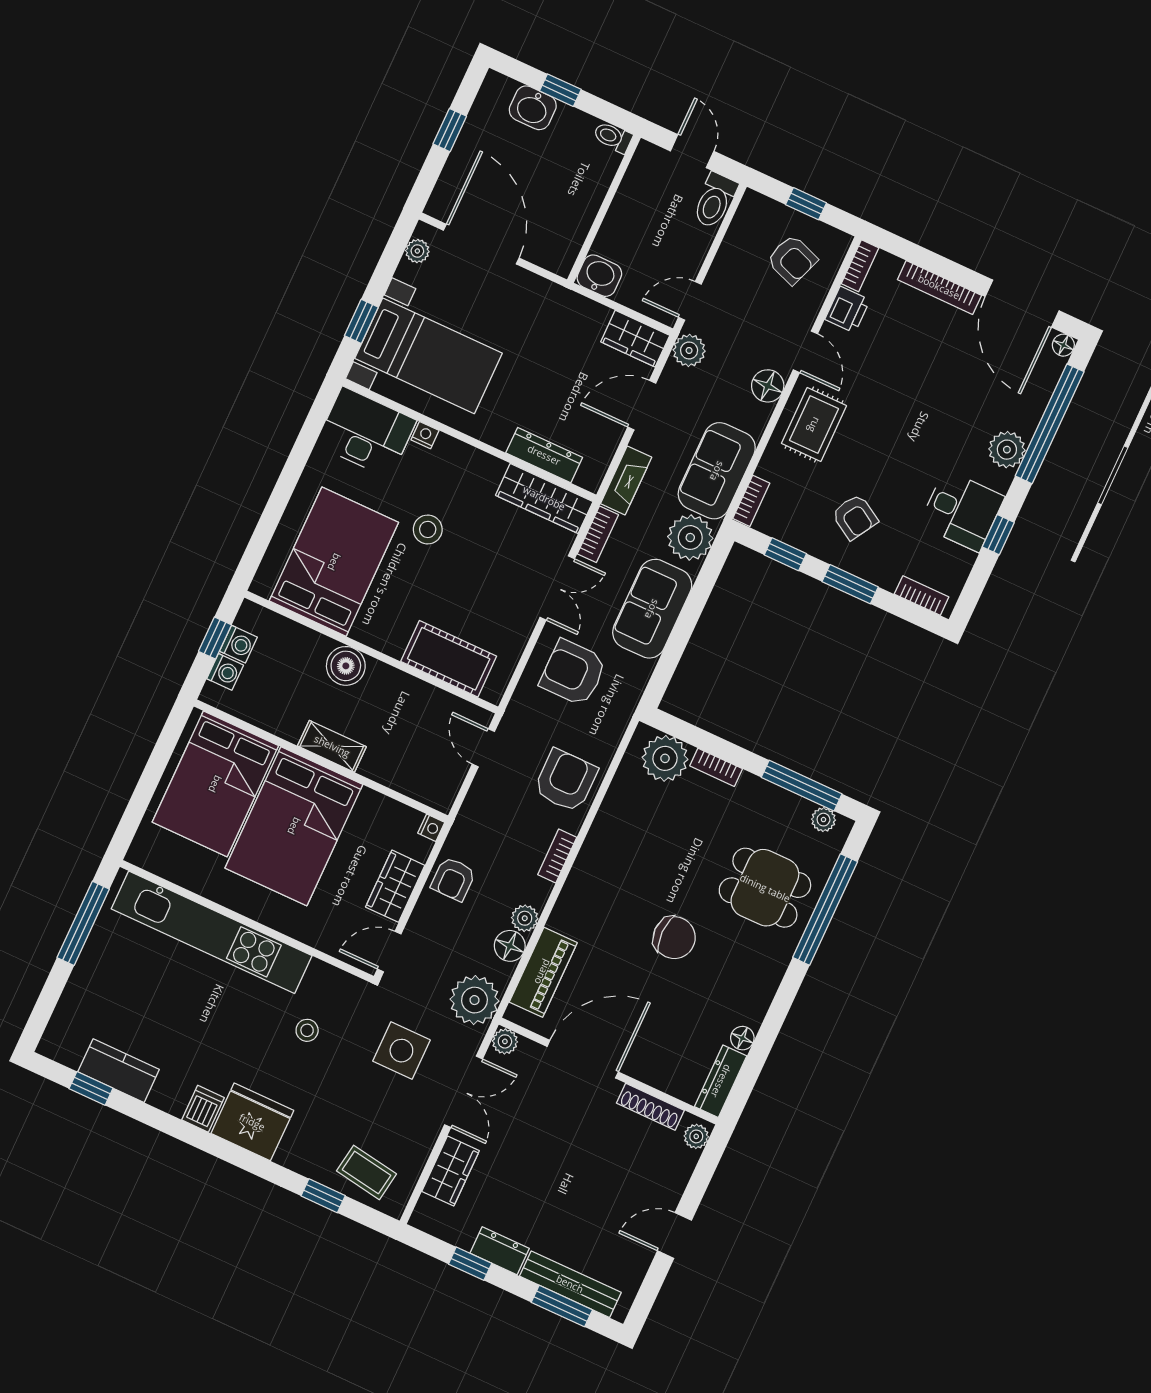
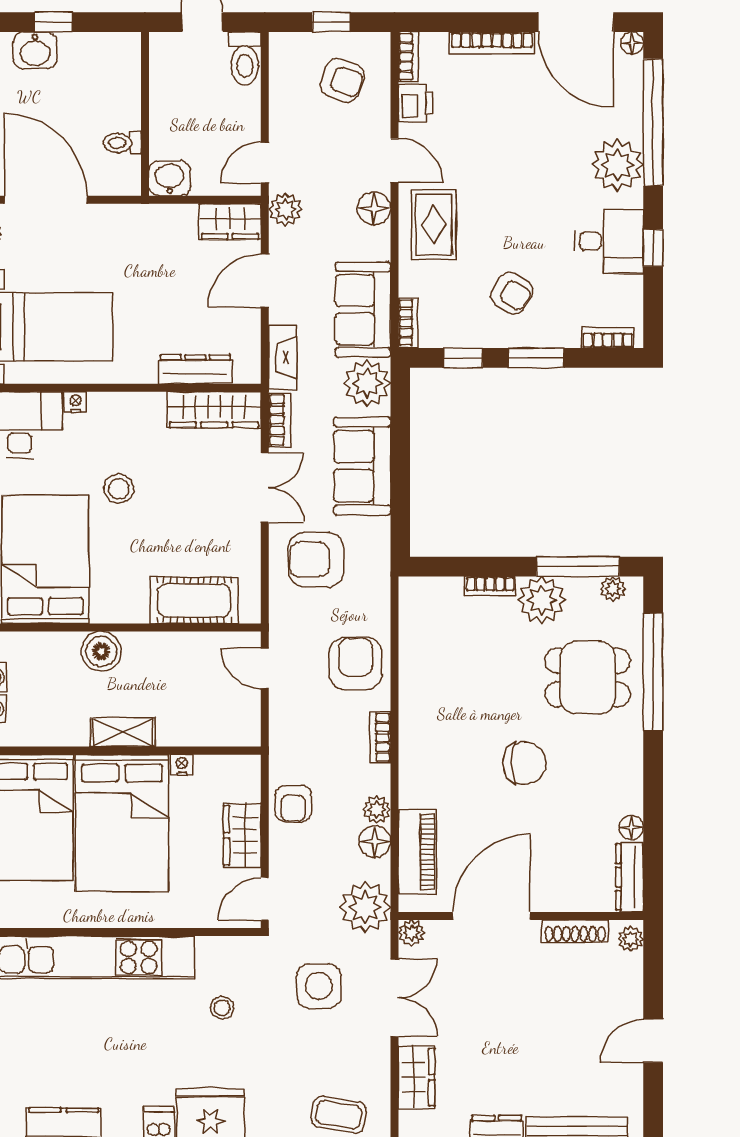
toilet: (613, 137) -> (122, 143), moved
plant: (1007, 450) -> (618, 165), width x1.36, depth x1.36
plant: (665, 758) -> (542, 600), moved
nightstand: (431, 828) -> (182, 765), moved, turned -90

